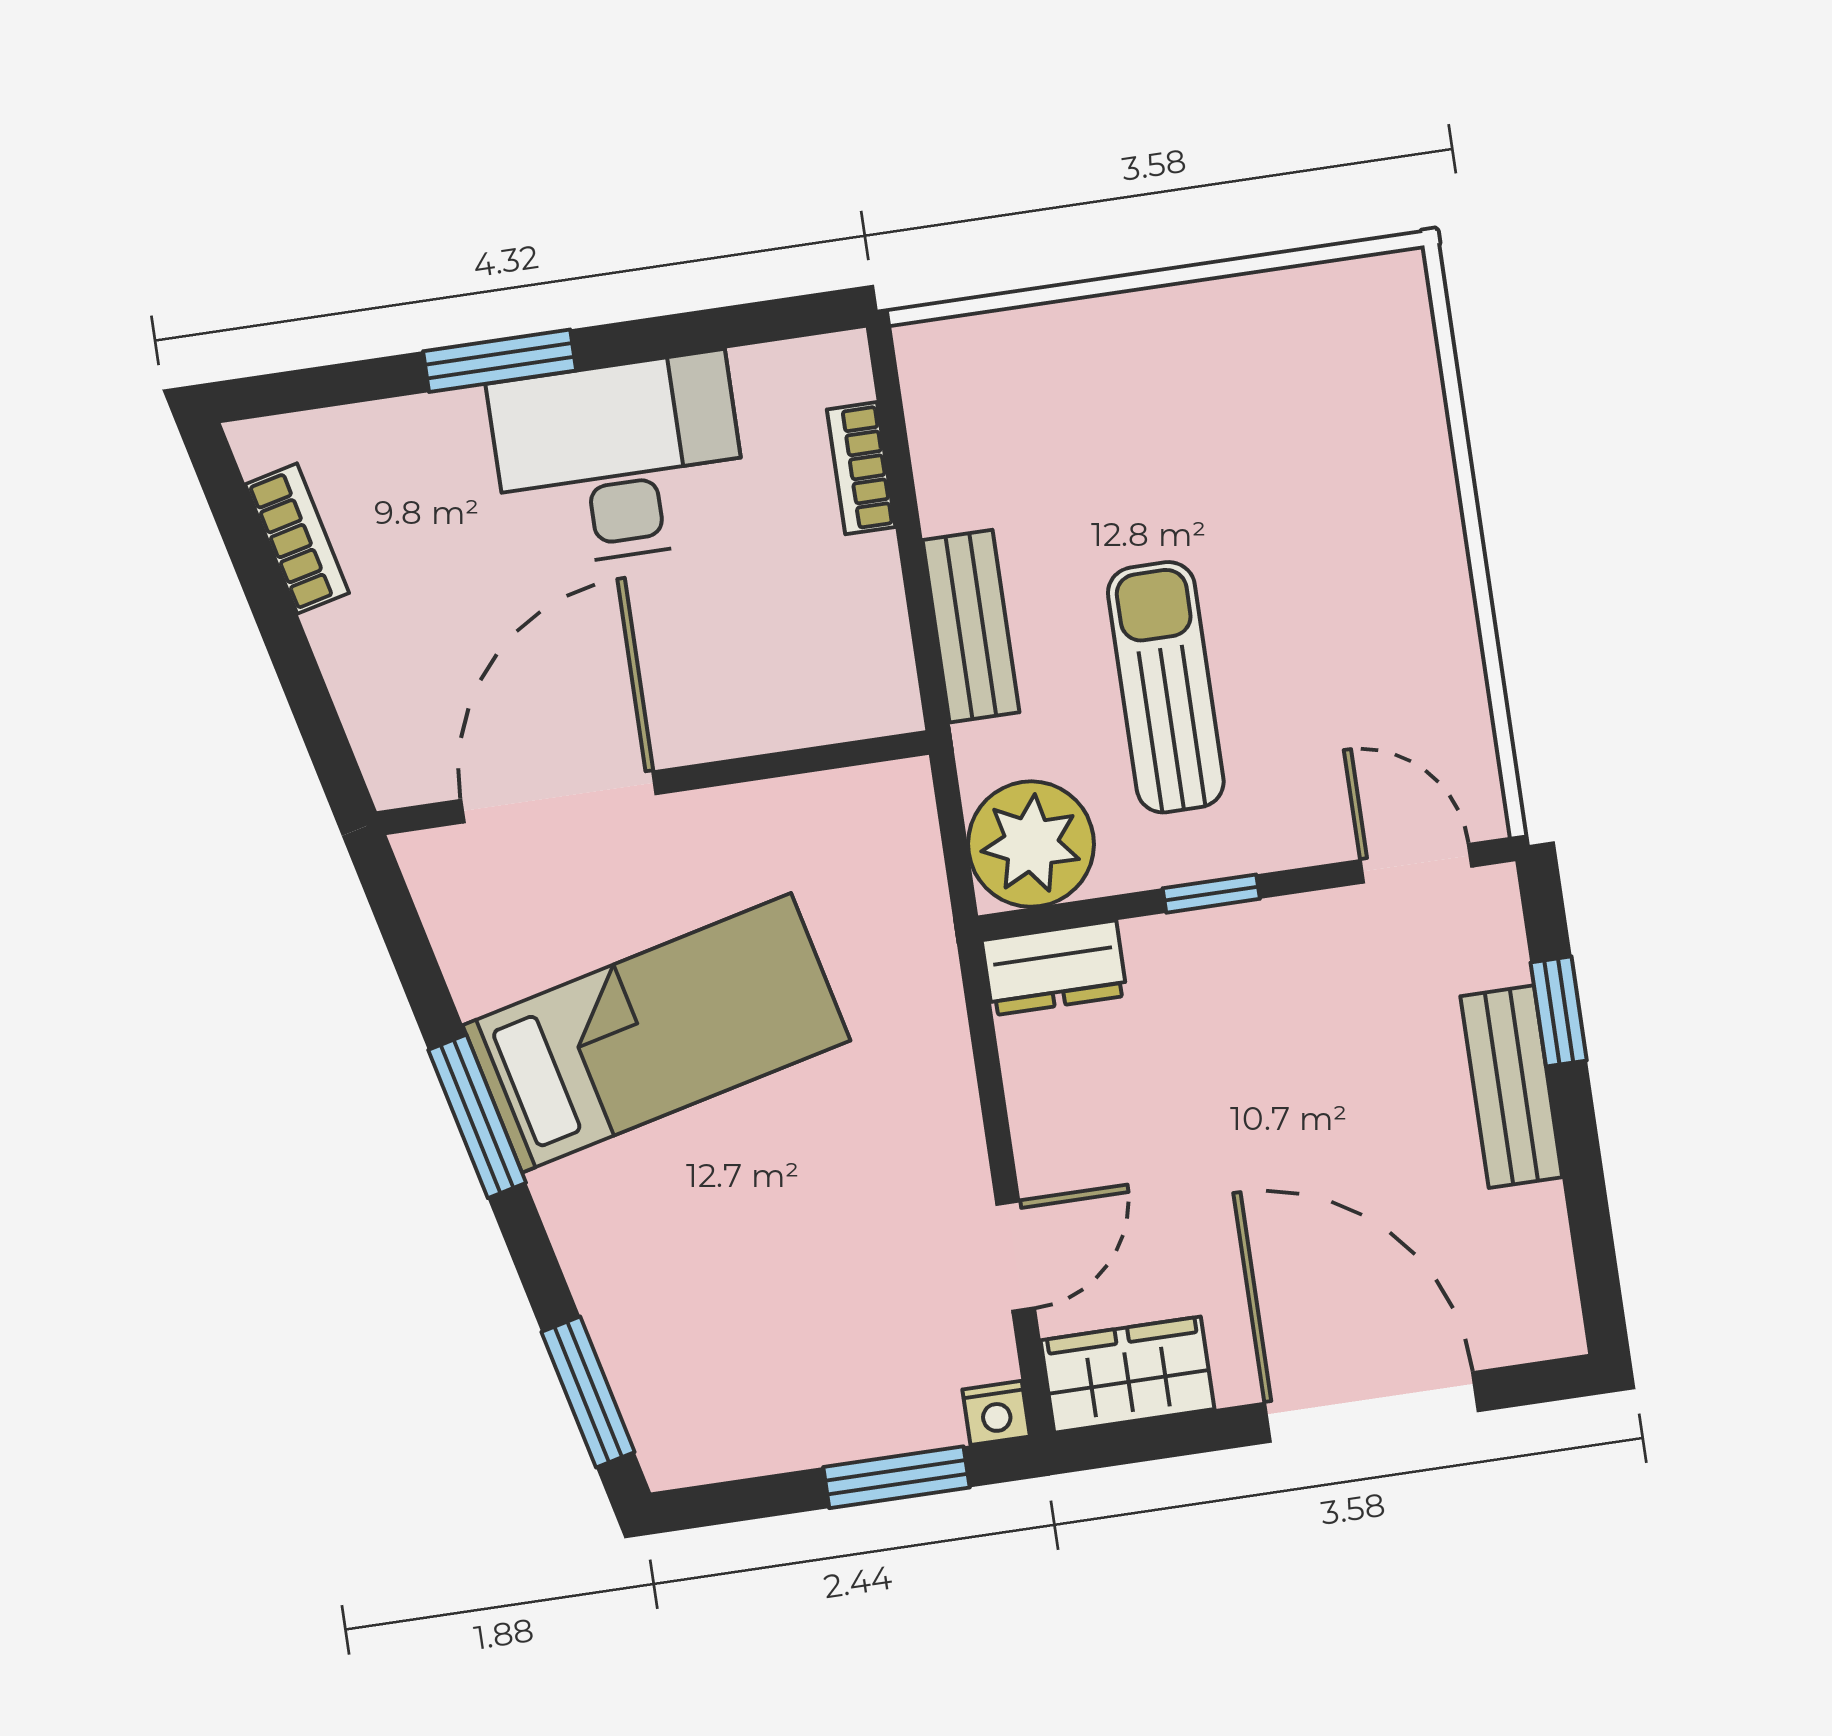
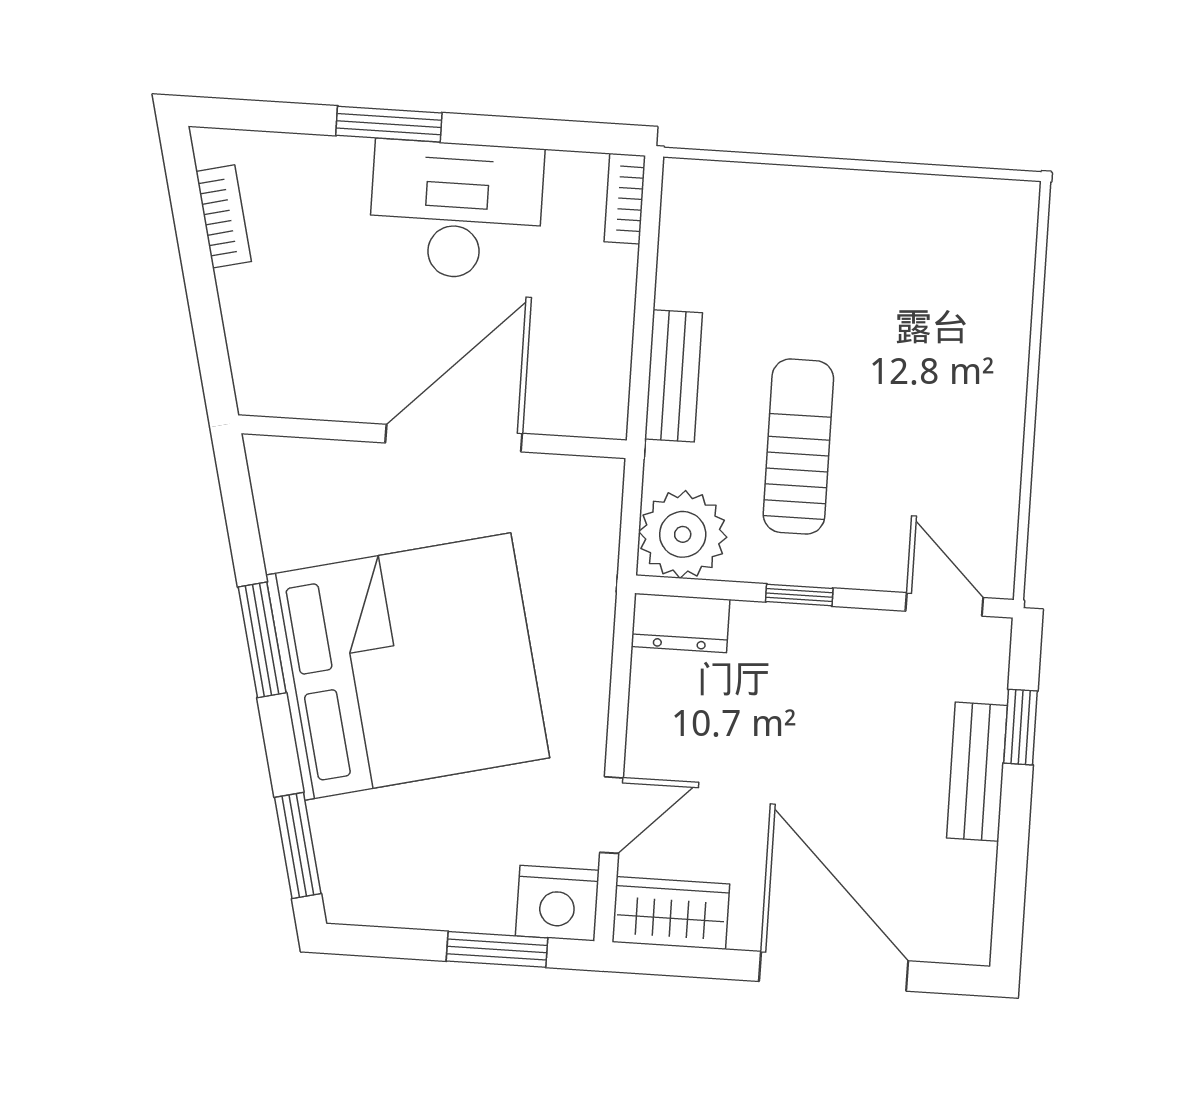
bookcase: (861, 468) -> (625, 199), moved
door: (559, 797) -> (454, 438), moved
bed: (657, 1033) -> (408, 666), width x2.04
nightstand: (996, 1413) -> (557, 903), width x1.89, depth x1.79

